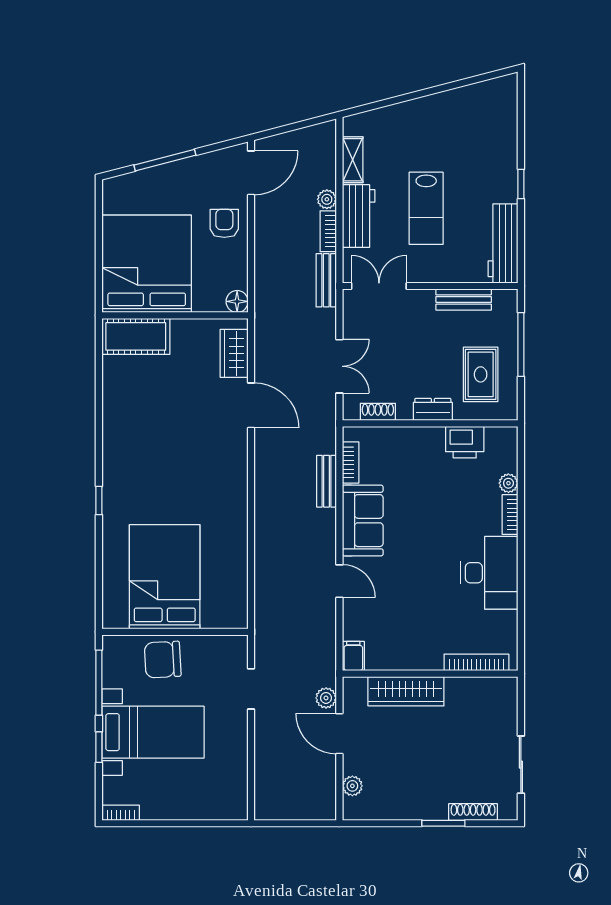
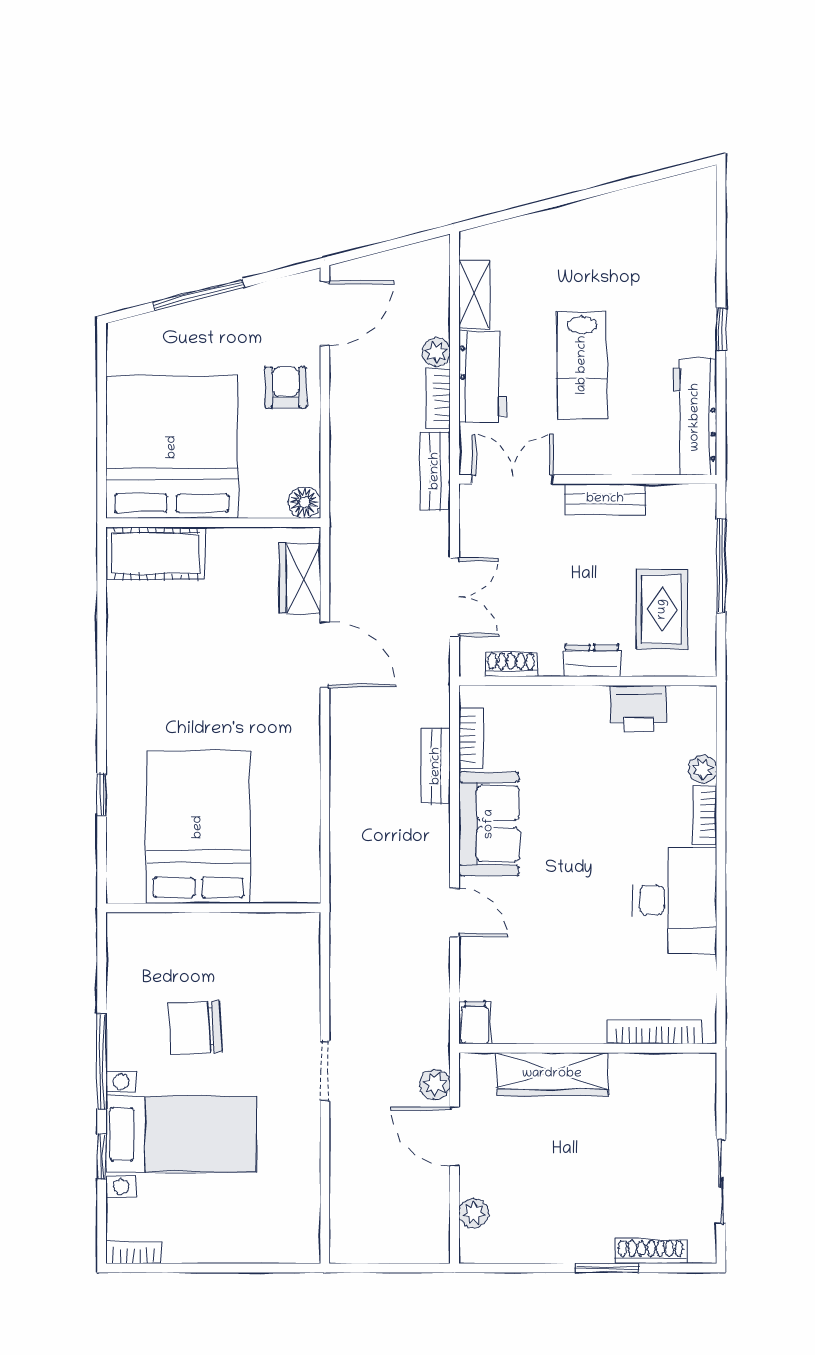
bench: (464, 299) -> (605, 499), moved
bed: (165, 577) -> (198, 827), moved
wall: (175, 632) -> (213, 908), moved

